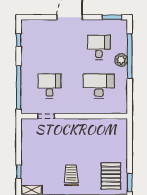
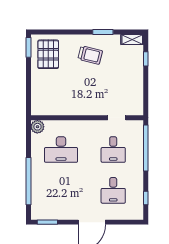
desk: (99, 47) -> (113, 190), moved
plant: (121, 60) -> (37, 127), moved
trolley: (71, 175) -> (90, 55), turned -76

